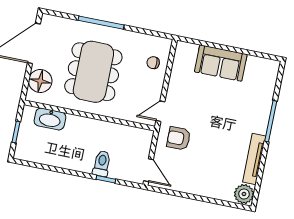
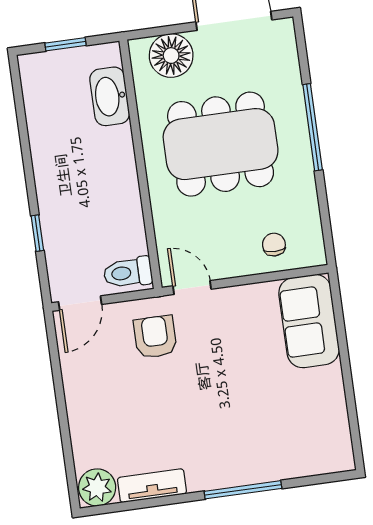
sofa: (221, 63) -> (309, 321), moved
tv unit: (254, 159) -> (152, 486), width x0.71
toilet: (102, 164) -> (128, 273), moved, turned 180

